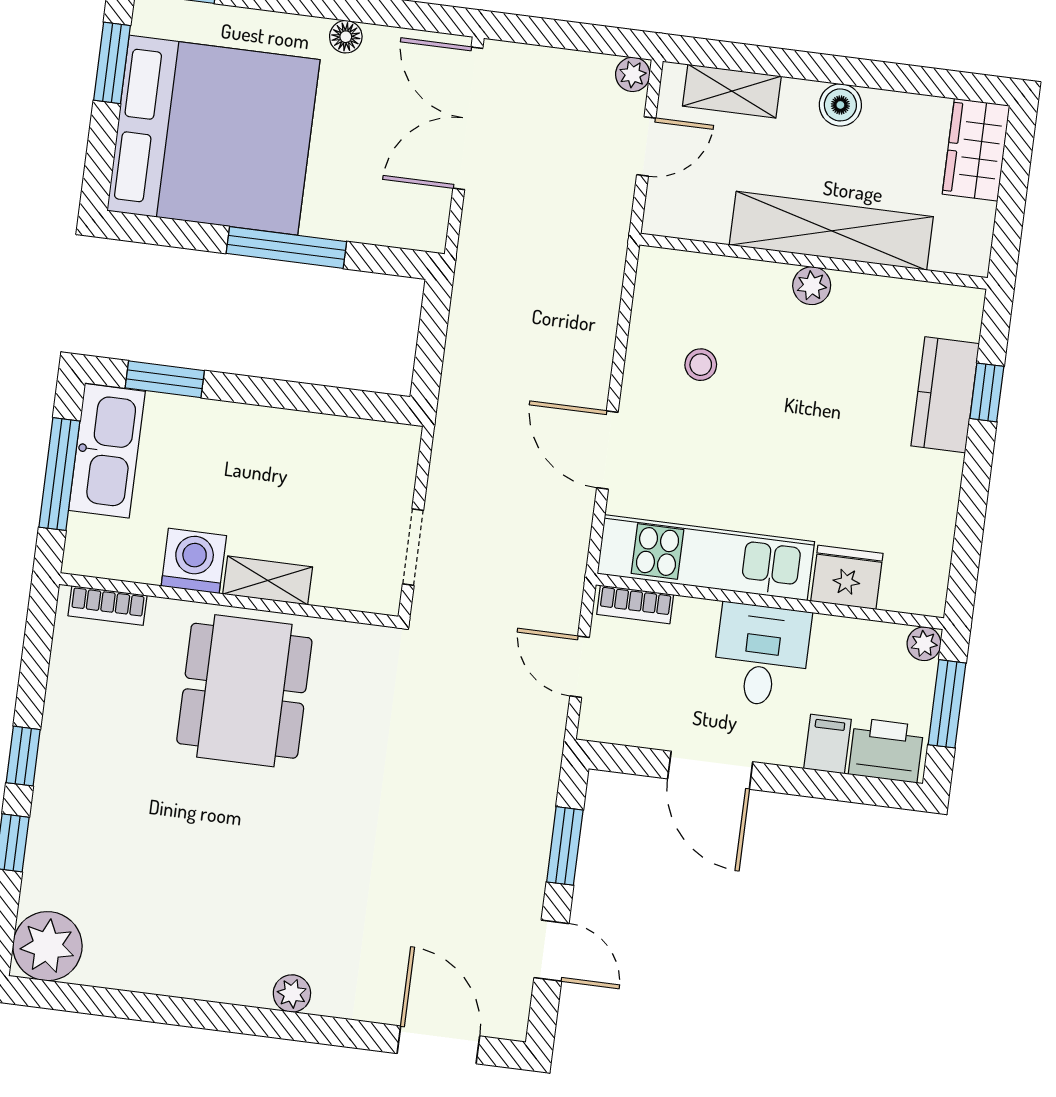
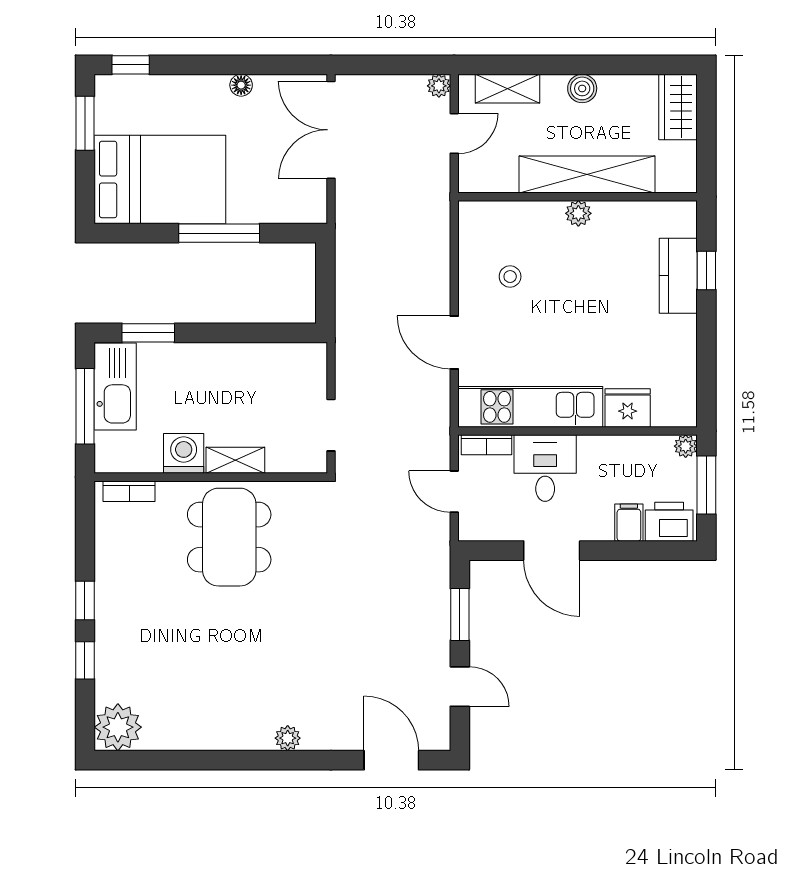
bed: (213, 135) -> (160, 179), width x0.73
desk: (762, 655) -> (545, 468), moved

